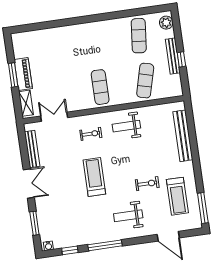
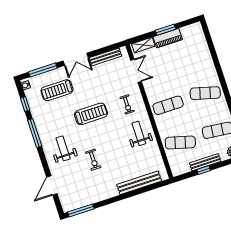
exercise mat: (94, 42) -> (205, 93), added
treadmill: (177, 196) -> (57, 90), moved
window: (34, 223) -> (43, 70), width x1.44

